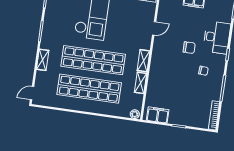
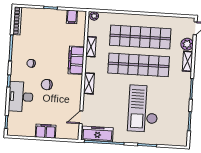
door: (154, 28) -> (81, 117), moved
shelving: (143, 61) -> (89, 83), moved
filing cabinet: (157, 70) -> (76, 60), added
plant: (42, 77) -> (187, 44), added
filing cabinet: (158, 115) -> (72, 17), width x0.50

